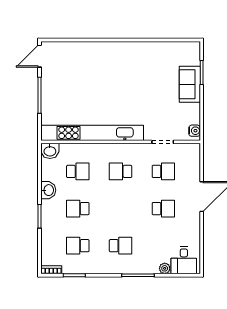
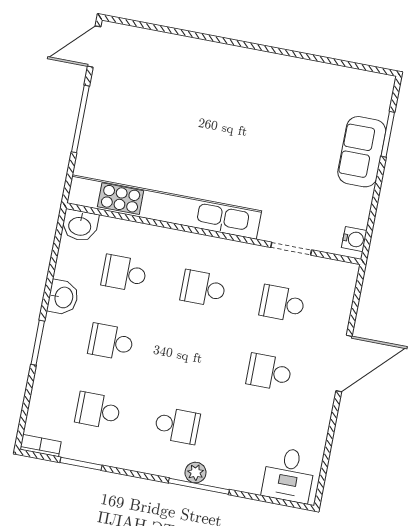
school desk: (78, 171) -> (124, 273), turned 180
school desk: (163, 171) -> (282, 303), turned 180
school desk: (163, 209) -> (269, 372), turned 180
plant: (165, 268) -> (195, 473), moved

